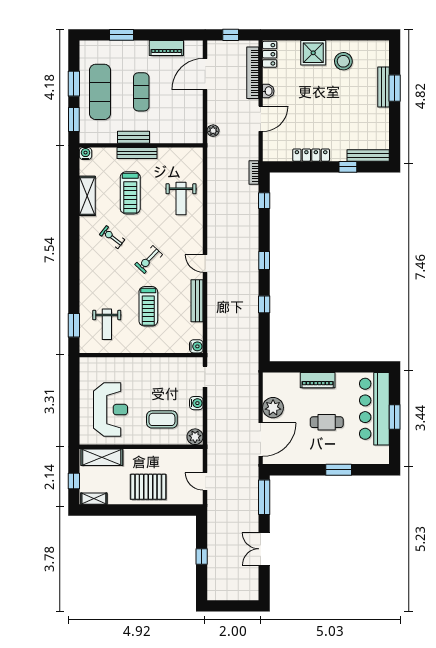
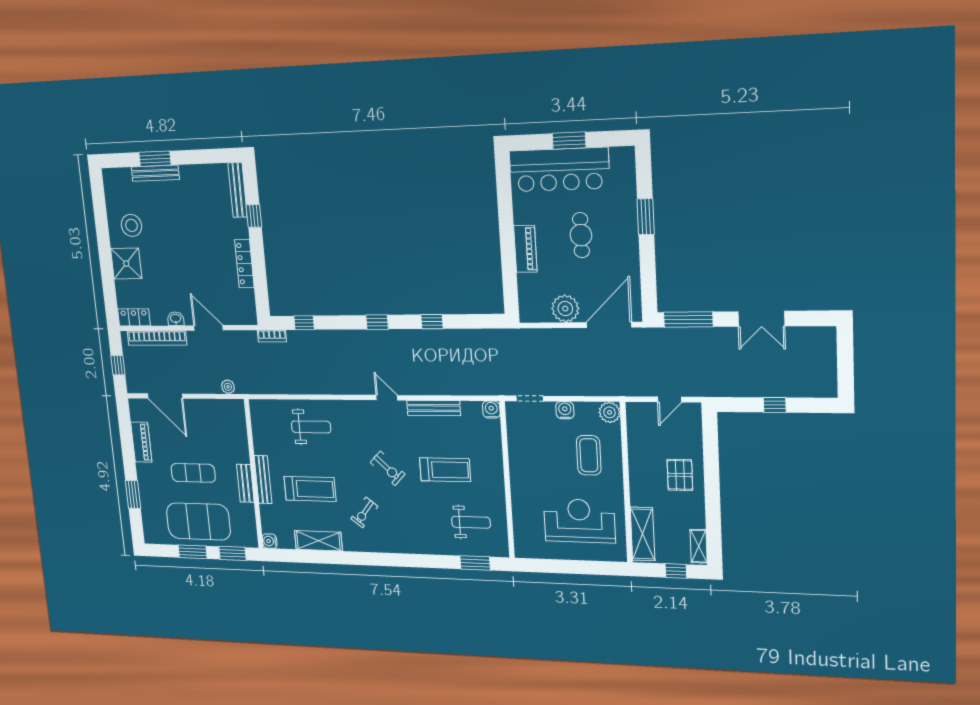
exercise mat: (100, 92) -> (198, 522), width x1.47
door: (205, 263) -> (387, 398), swing flipped
door: (261, 439) -> (609, 325), hinge flipped
pallet: (148, 487) -> (680, 475), width x0.67, depth x0.71

